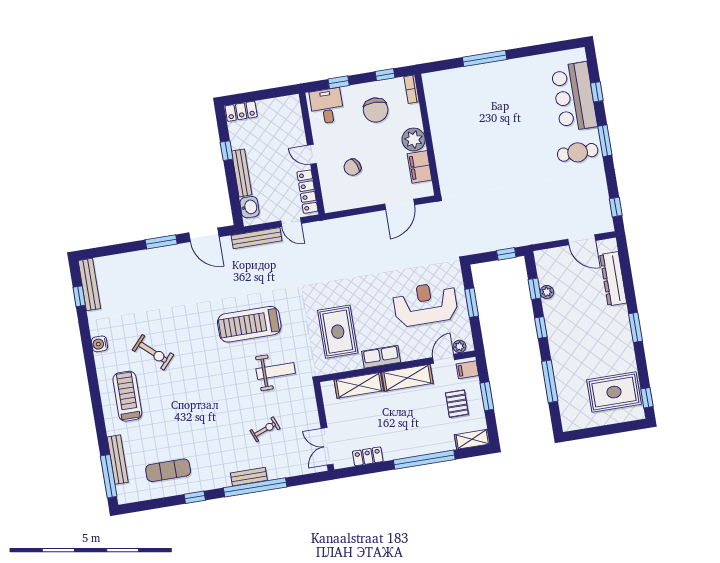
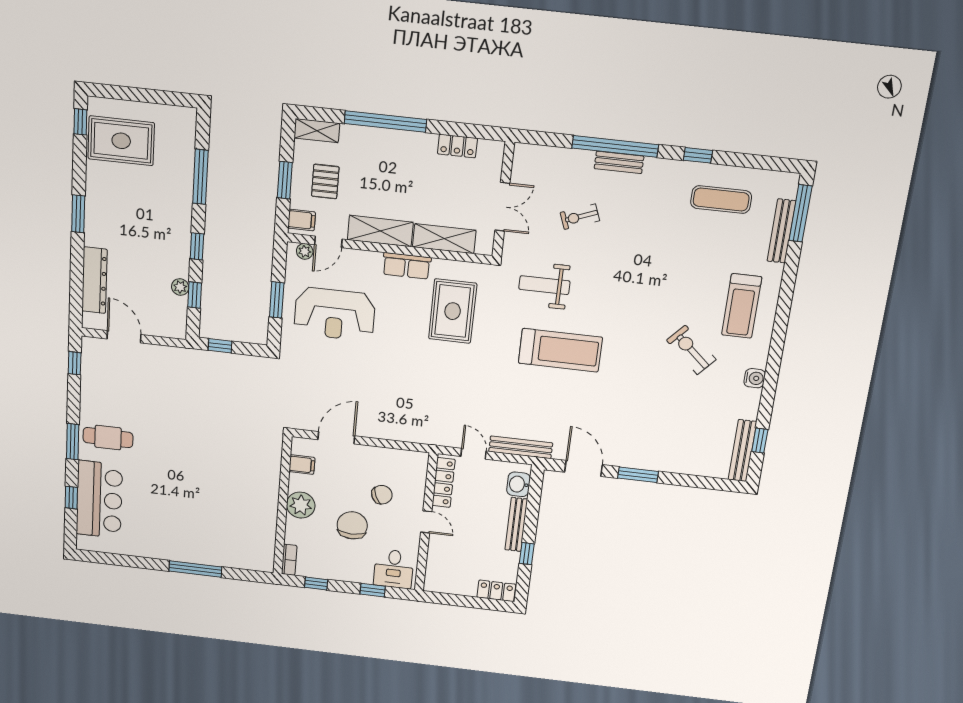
chair: (376, 110) -> (352, 525), moved
filing cabinet: (420, 167) -> (302, 465), width x0.50
double door: (327, 446) -> (502, 207), moved

